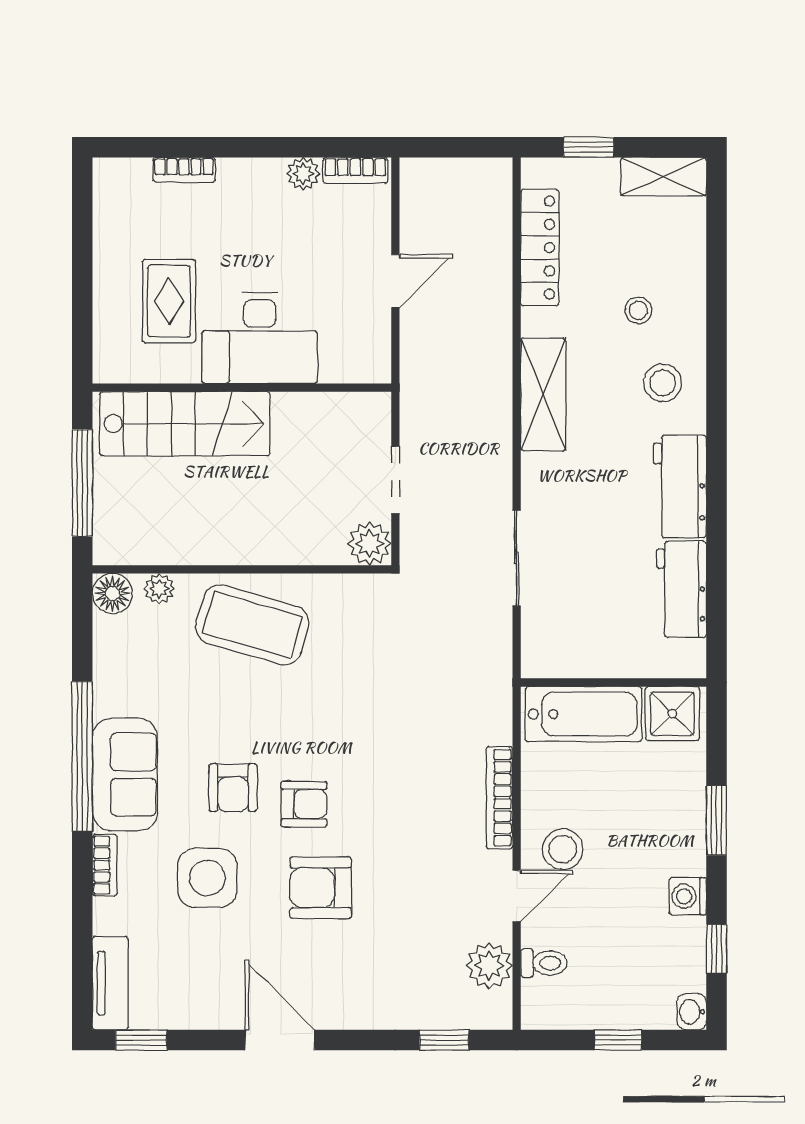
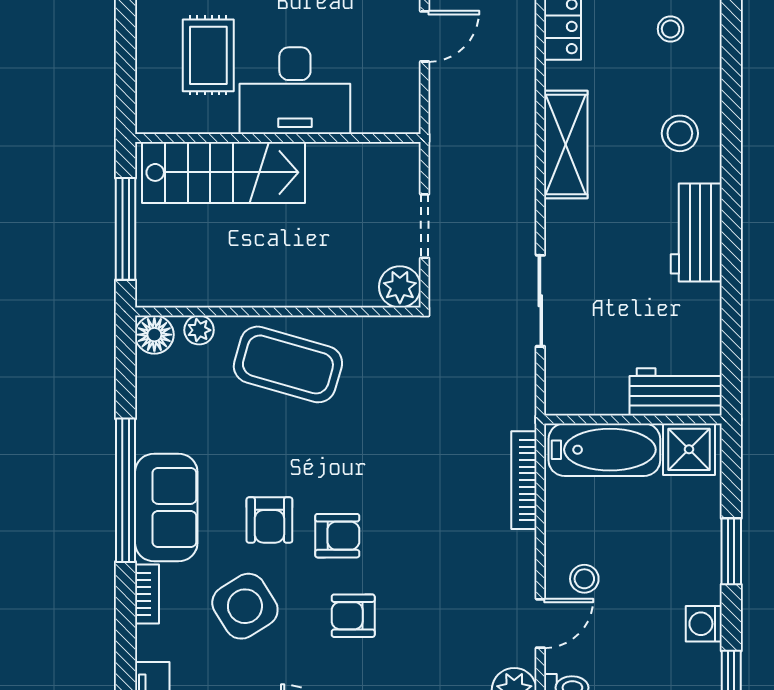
stool: (638, 310) -> (671, 29), moved
workbench: (682, 589) -> (676, 392), moved, turned 90
bookcase: (499, 798) -> (524, 480), moved
stool: (563, 849) -> (584, 579), width x0.73, depth x0.73
side table: (207, 878) -> (245, 606), turned -32
armchair: (321, 888) -> (353, 616), width x0.72, depth x0.72

